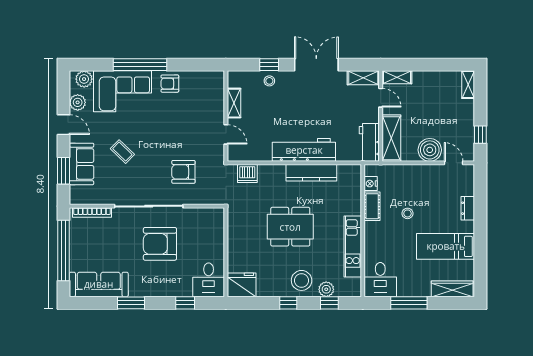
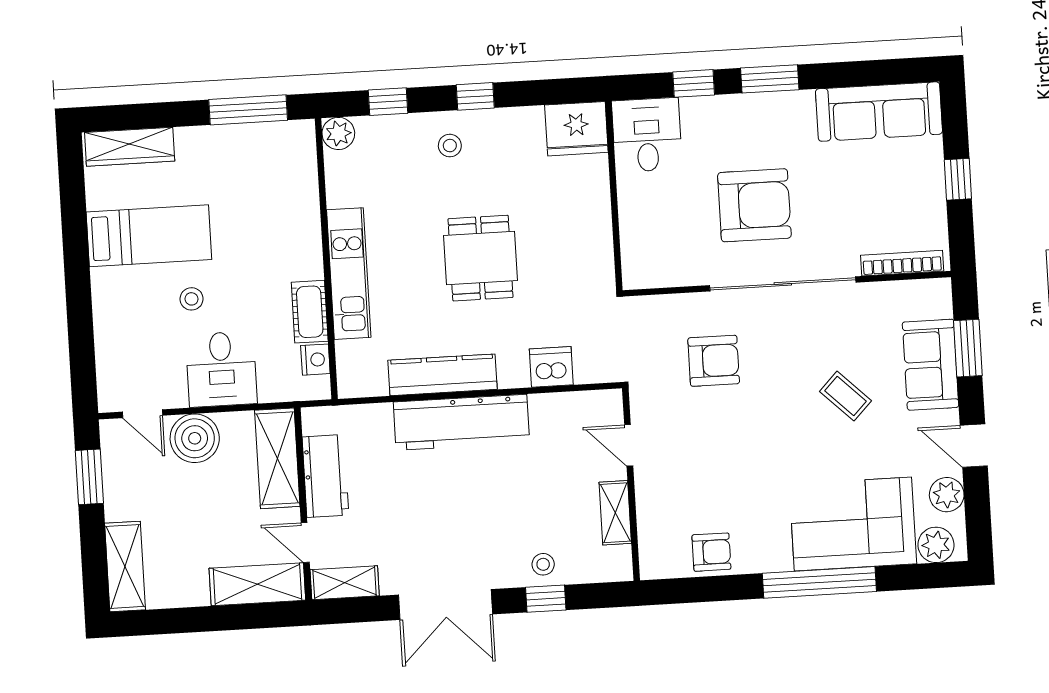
shelving: (397, 77) -> (257, 584), width x1.50, depth x1.33
armchair: (170, 84) -> (711, 552), moved
shelving: (468, 85) -> (125, 566), width x1.50, depth x1.33
window: (480, 135) -> (89, 477), width x1.50
workbench: (369, 142) -> (325, 476), moved
dishwasher: (247, 174) -> (551, 367), moved
dresser: (468, 208) -> (107, 320), removed
stool: (407, 213) -> (192, 299), moved
dining table: (290, 227) -> (480, 258), width x0.73
kitchen unit: (353, 246) -> (349, 274), moved
window: (64, 250) -> (958, 179), width x0.32
stool: (302, 280) -> (450, 146), width x0.53, depth x0.53
desk: (380, 280) -> (221, 369), moved, turned 180
plant: (326, 289) -> (338, 133), moved
window: (131, 303) -> (770, 79), moved
window: (409, 303) -> (248, 110), moved

